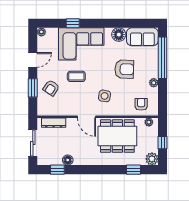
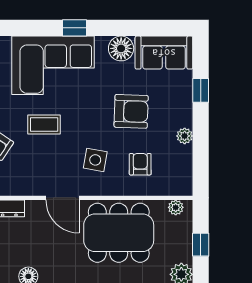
window: (73, 23) -> (74, 28), moved
window: (163, 58) -> (201, 90), width x0.32
armchair: (141, 104) -> (140, 164), moved

